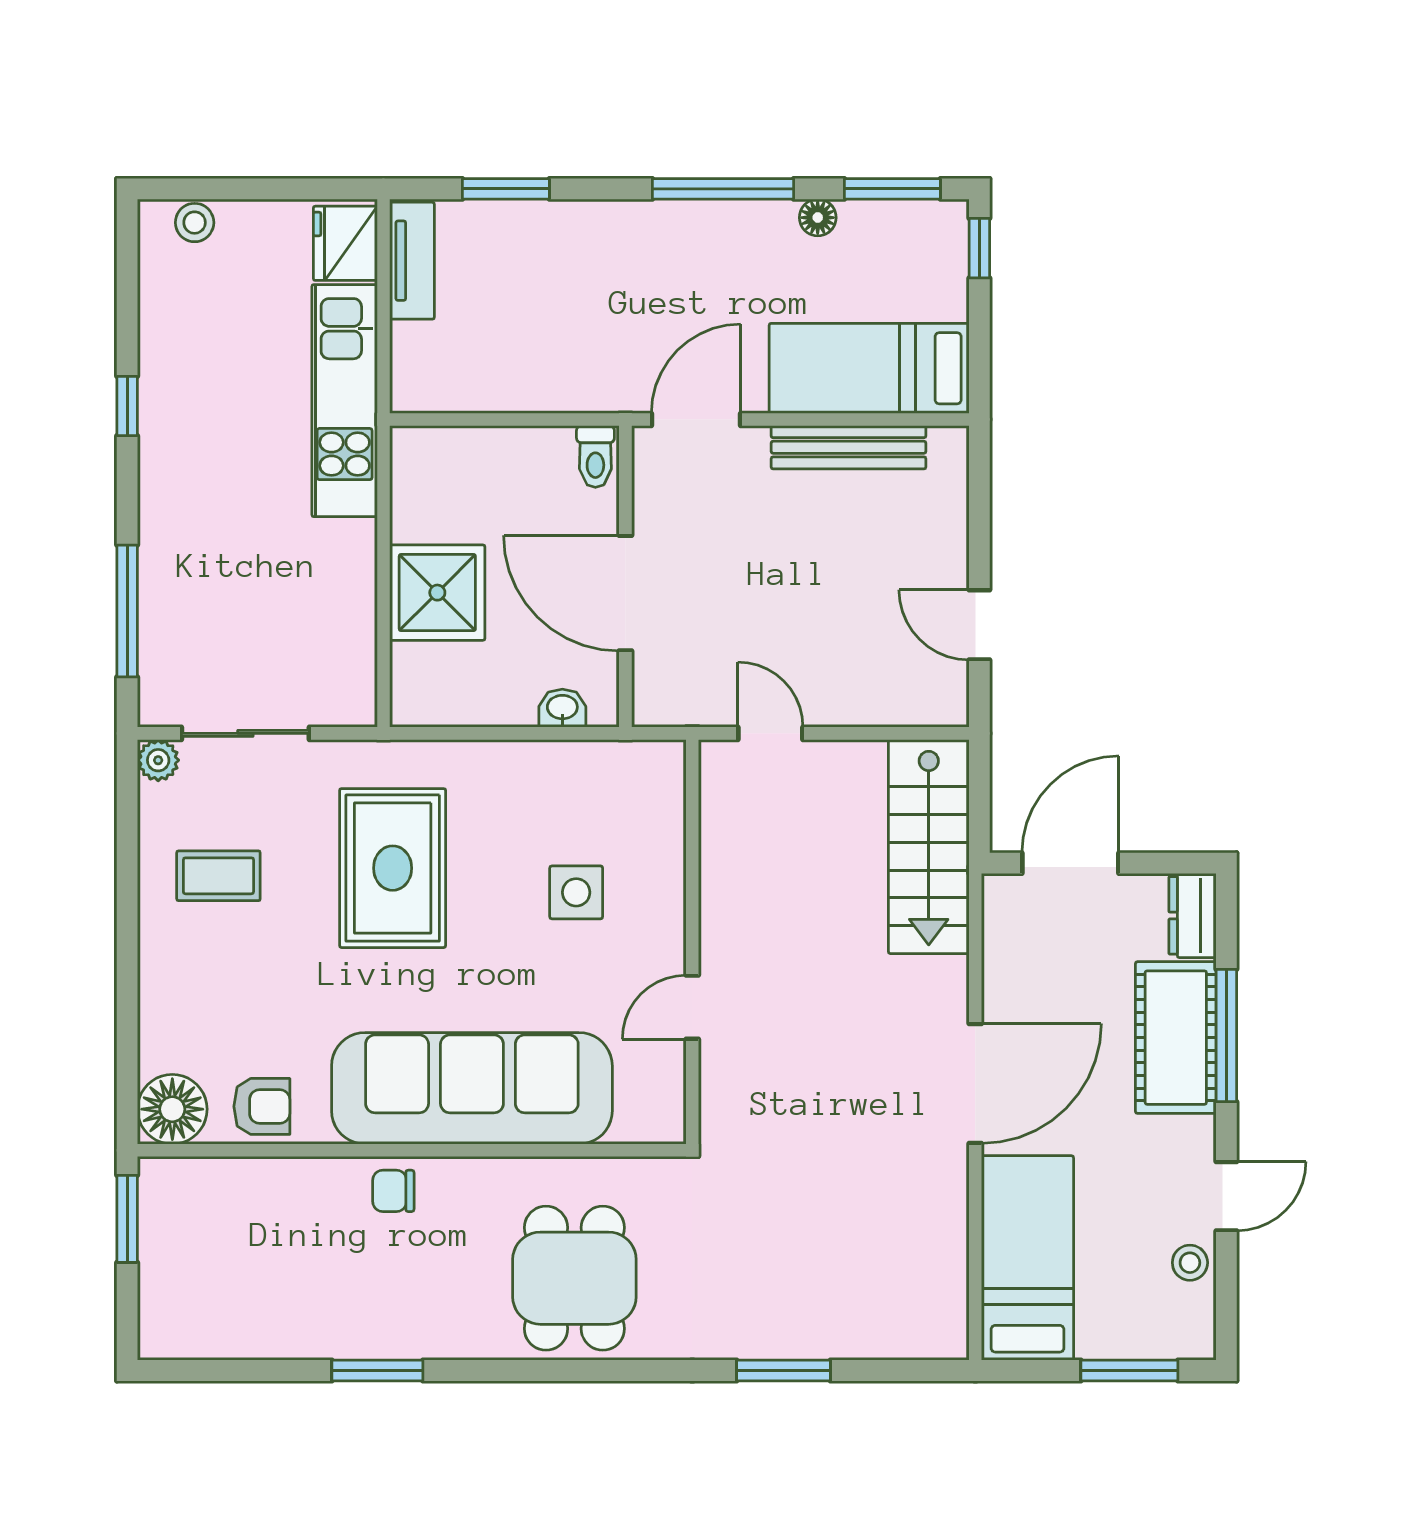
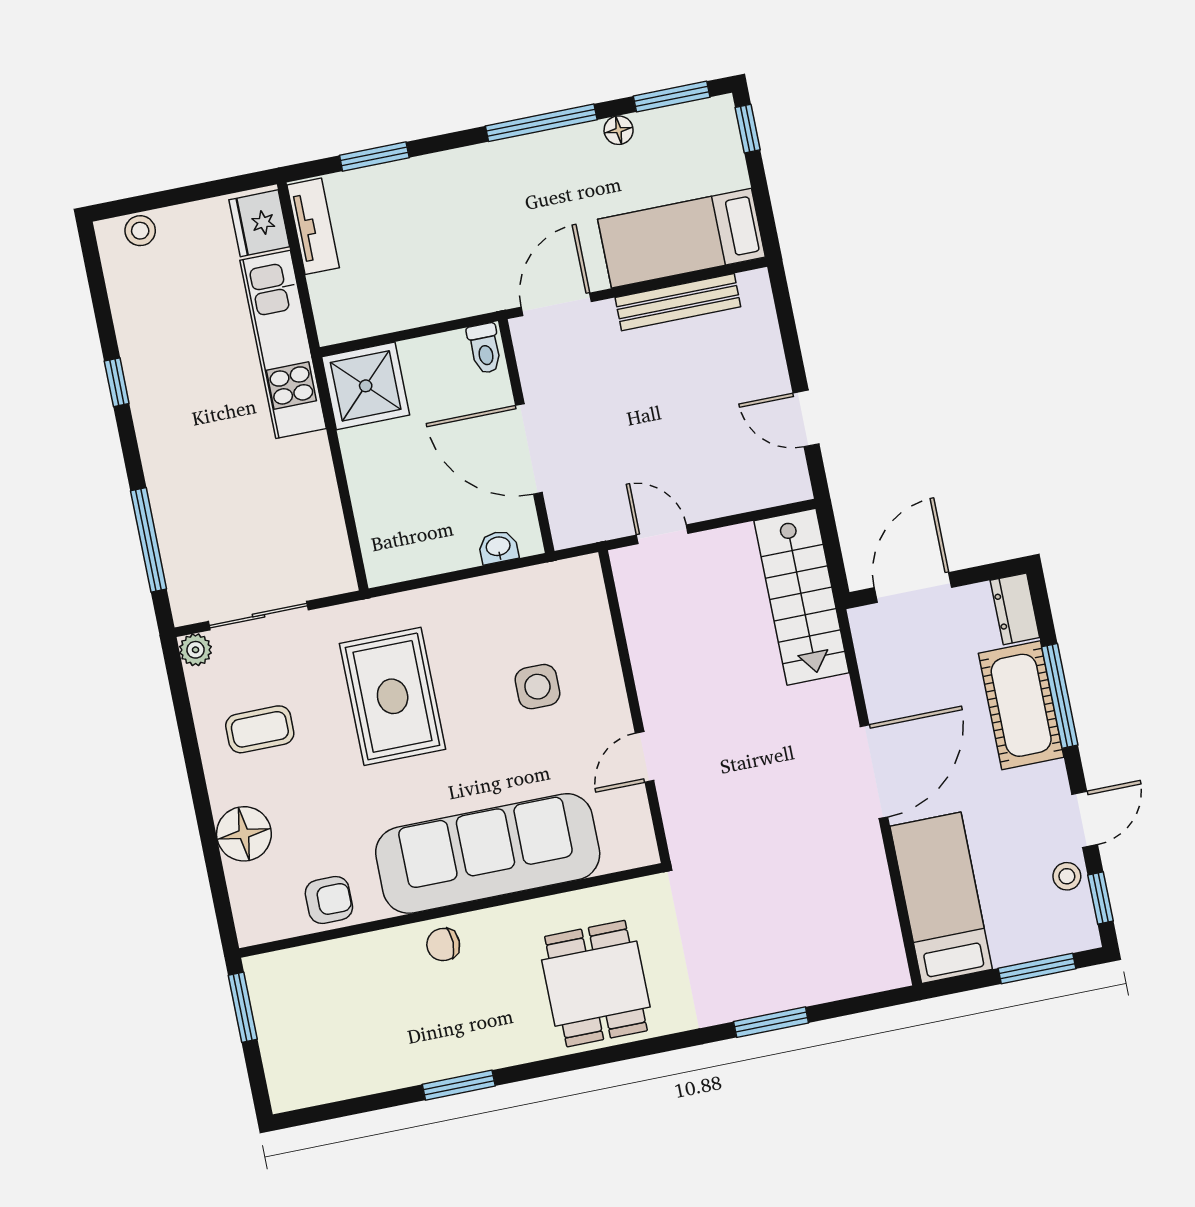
shower: (437, 593) -> (366, 386), moved
floor lamp: (172, 1109) -> (244, 834), moved
window: (1226, 1298) -> (1100, 898), added

